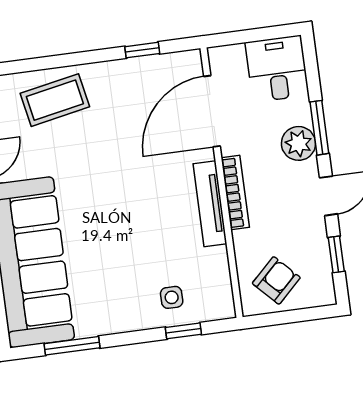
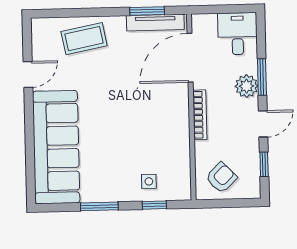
window: (142, 50) -> (147, 11), width x1.50
tv unit: (210, 204) -> (155, 23), moved, turned -90
window: (72, 346) -> (99, 206), moved

